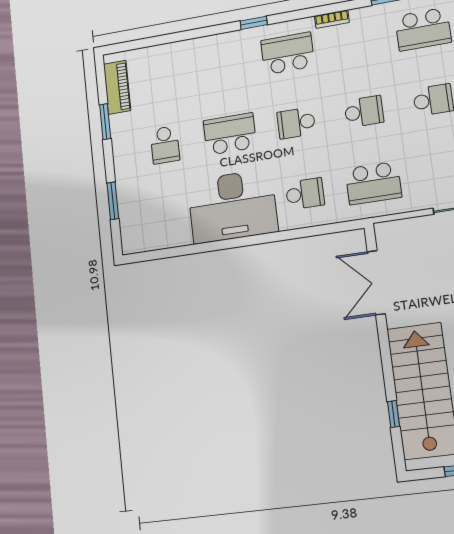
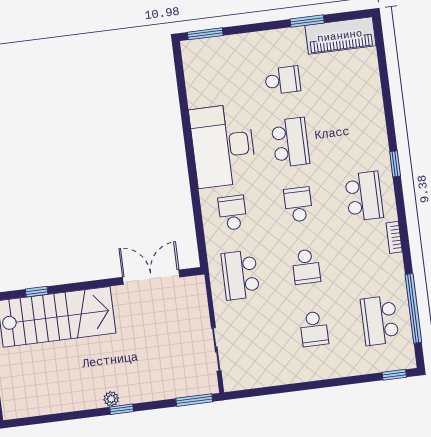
piano: (117, 87) -> (340, 36), width x1.37, depth x1.33
school desk: (165, 145) -> (283, 80), turned 180
school desk: (305, 194) -> (232, 213), turned 180
window: (113, 201) -> (205, 34), moved

